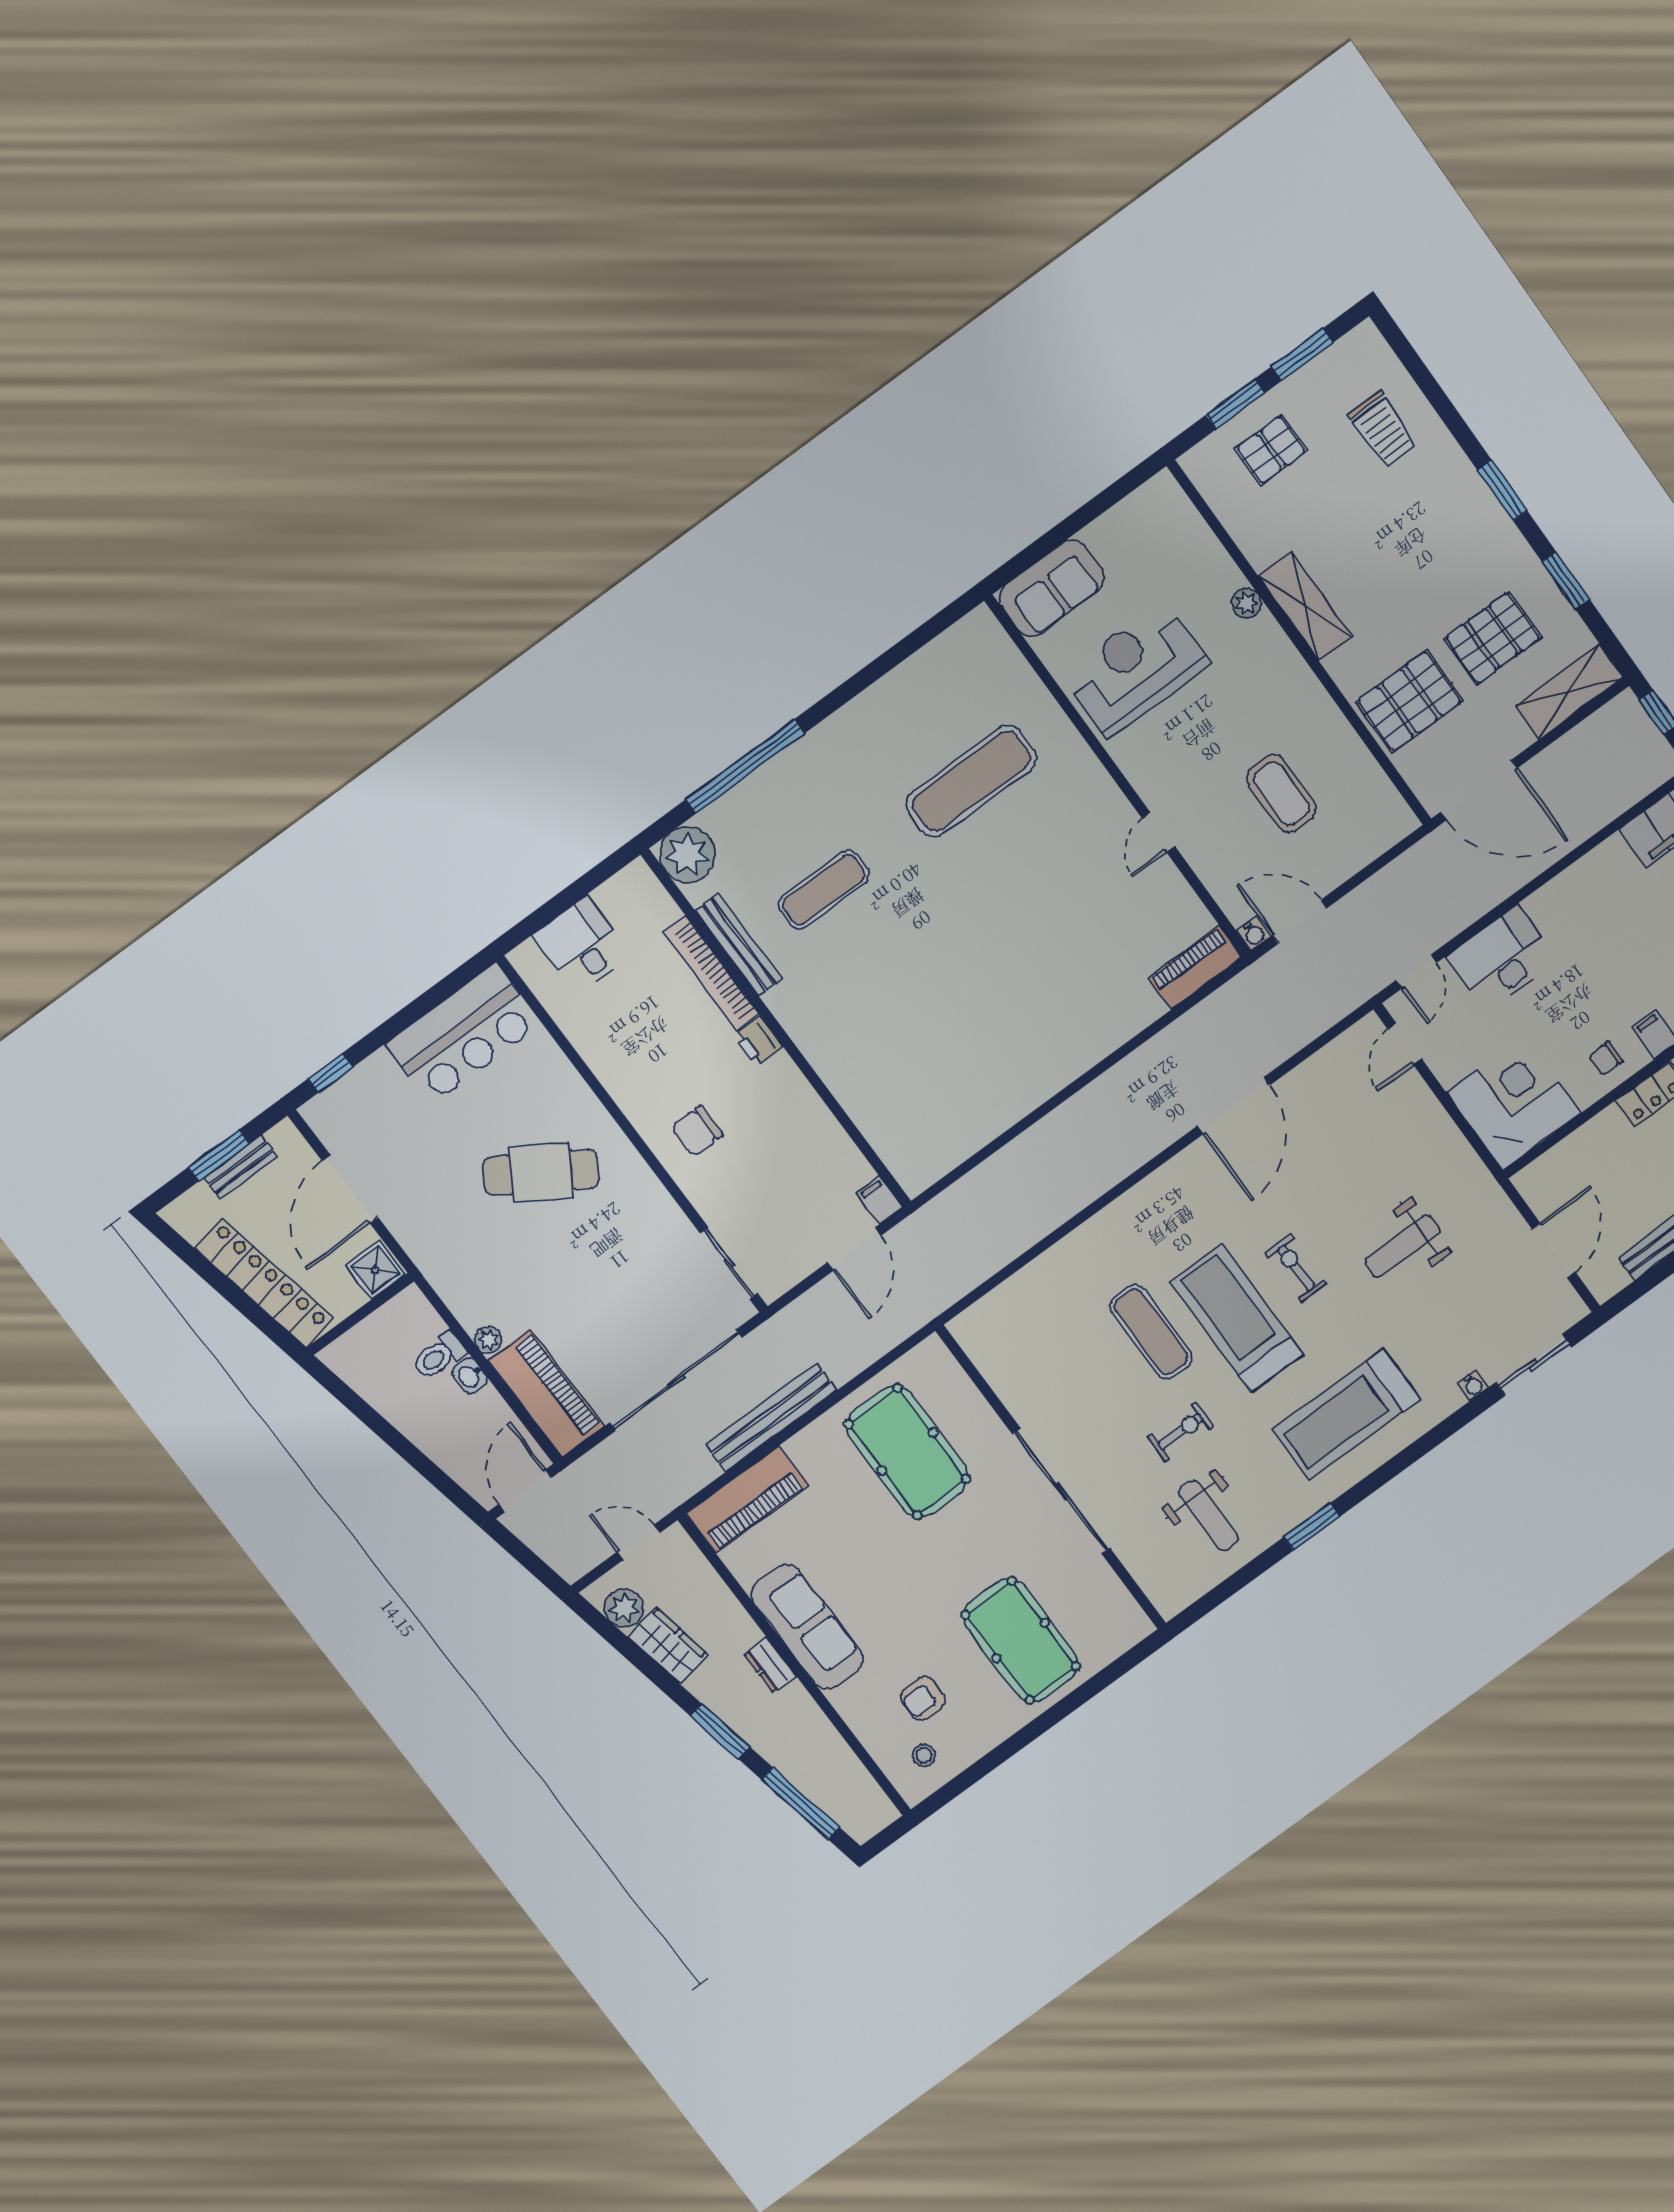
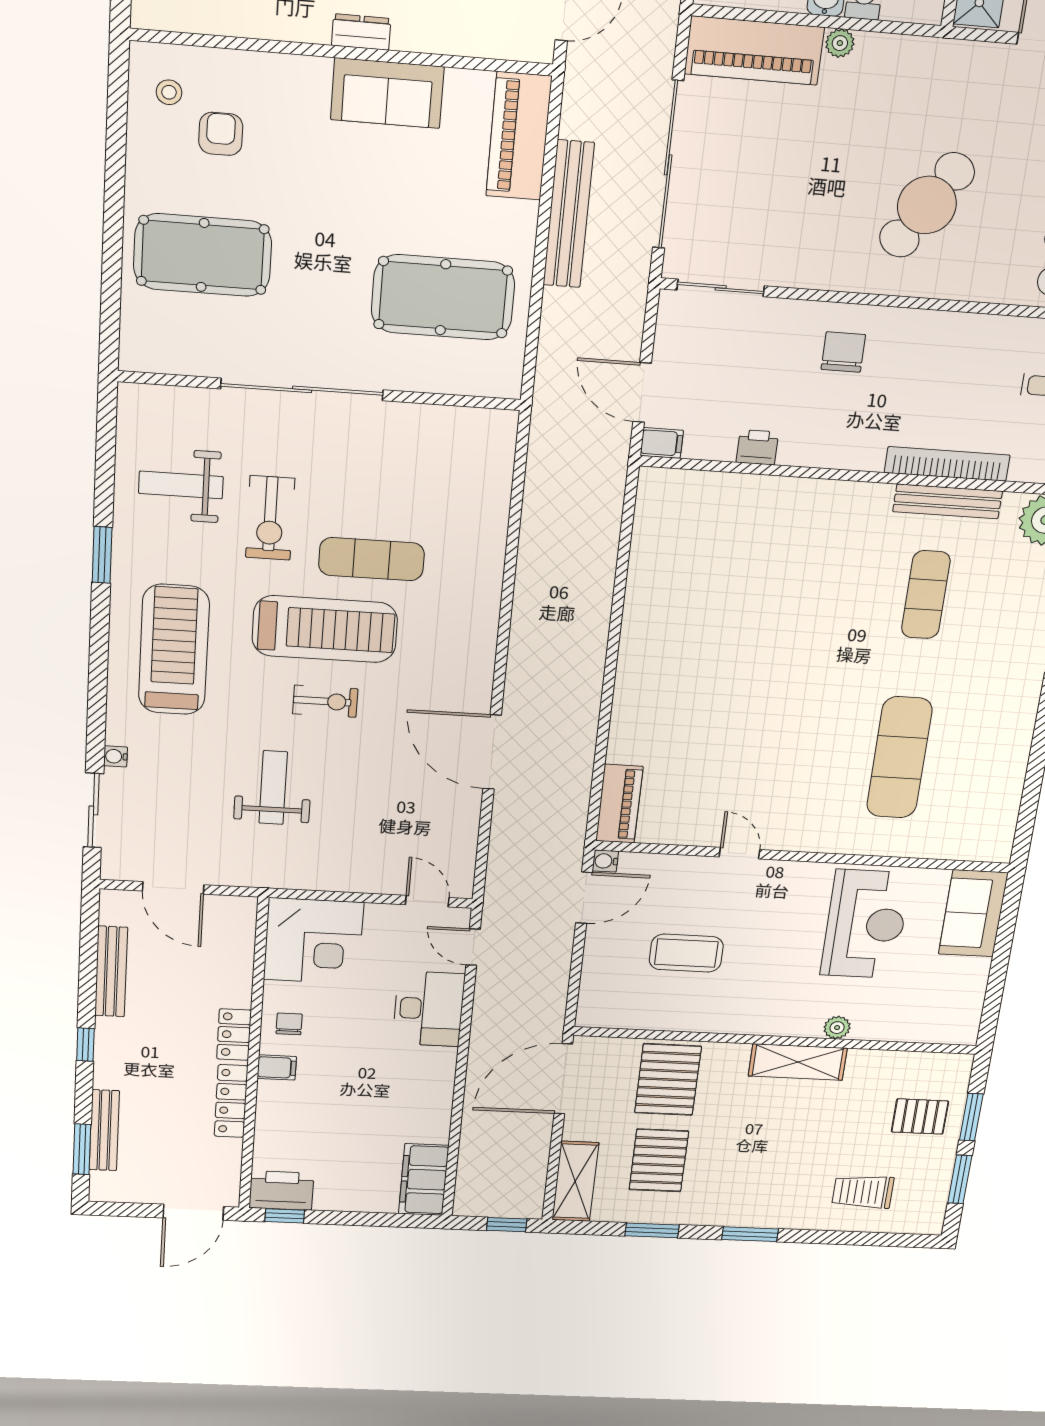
pallet: (1271, 450) -> (920, 1117), turned 90
printer: (758, 1042) -> (757, 447), moved
exercise bike: (1180, 1432) -> (270, 518), width x1.38, depth x1.39
sofa: (807, 1627) -> (387, 93), width x0.73

